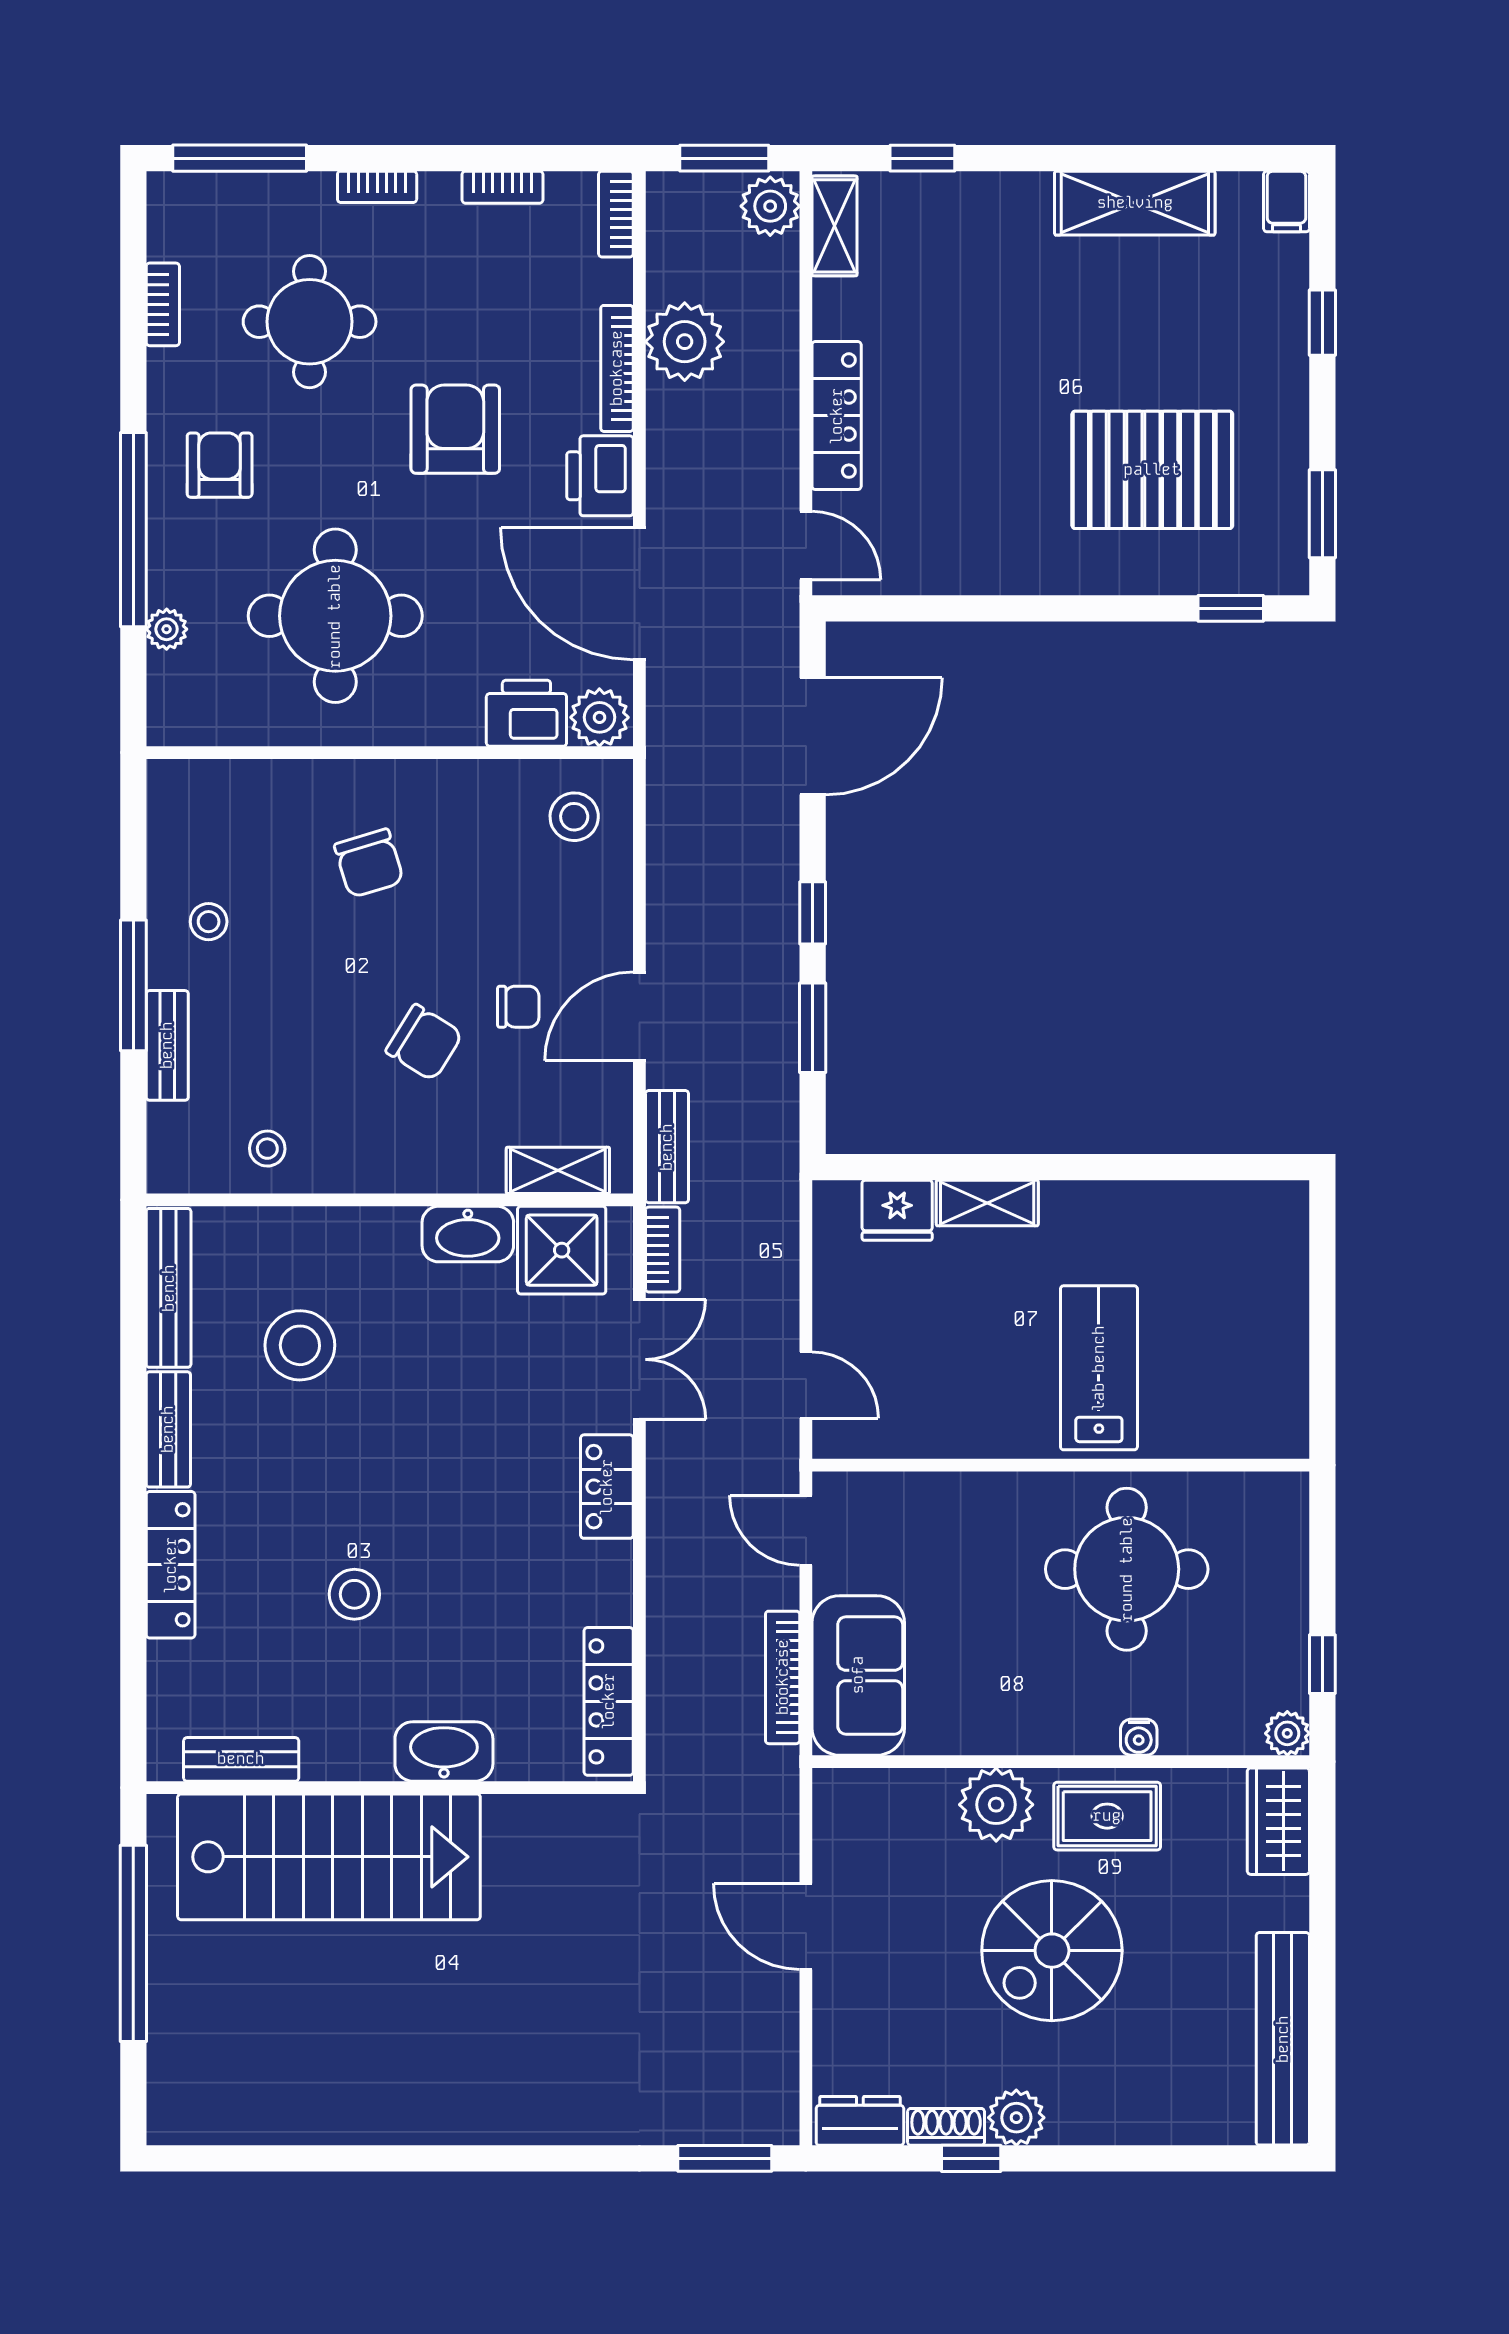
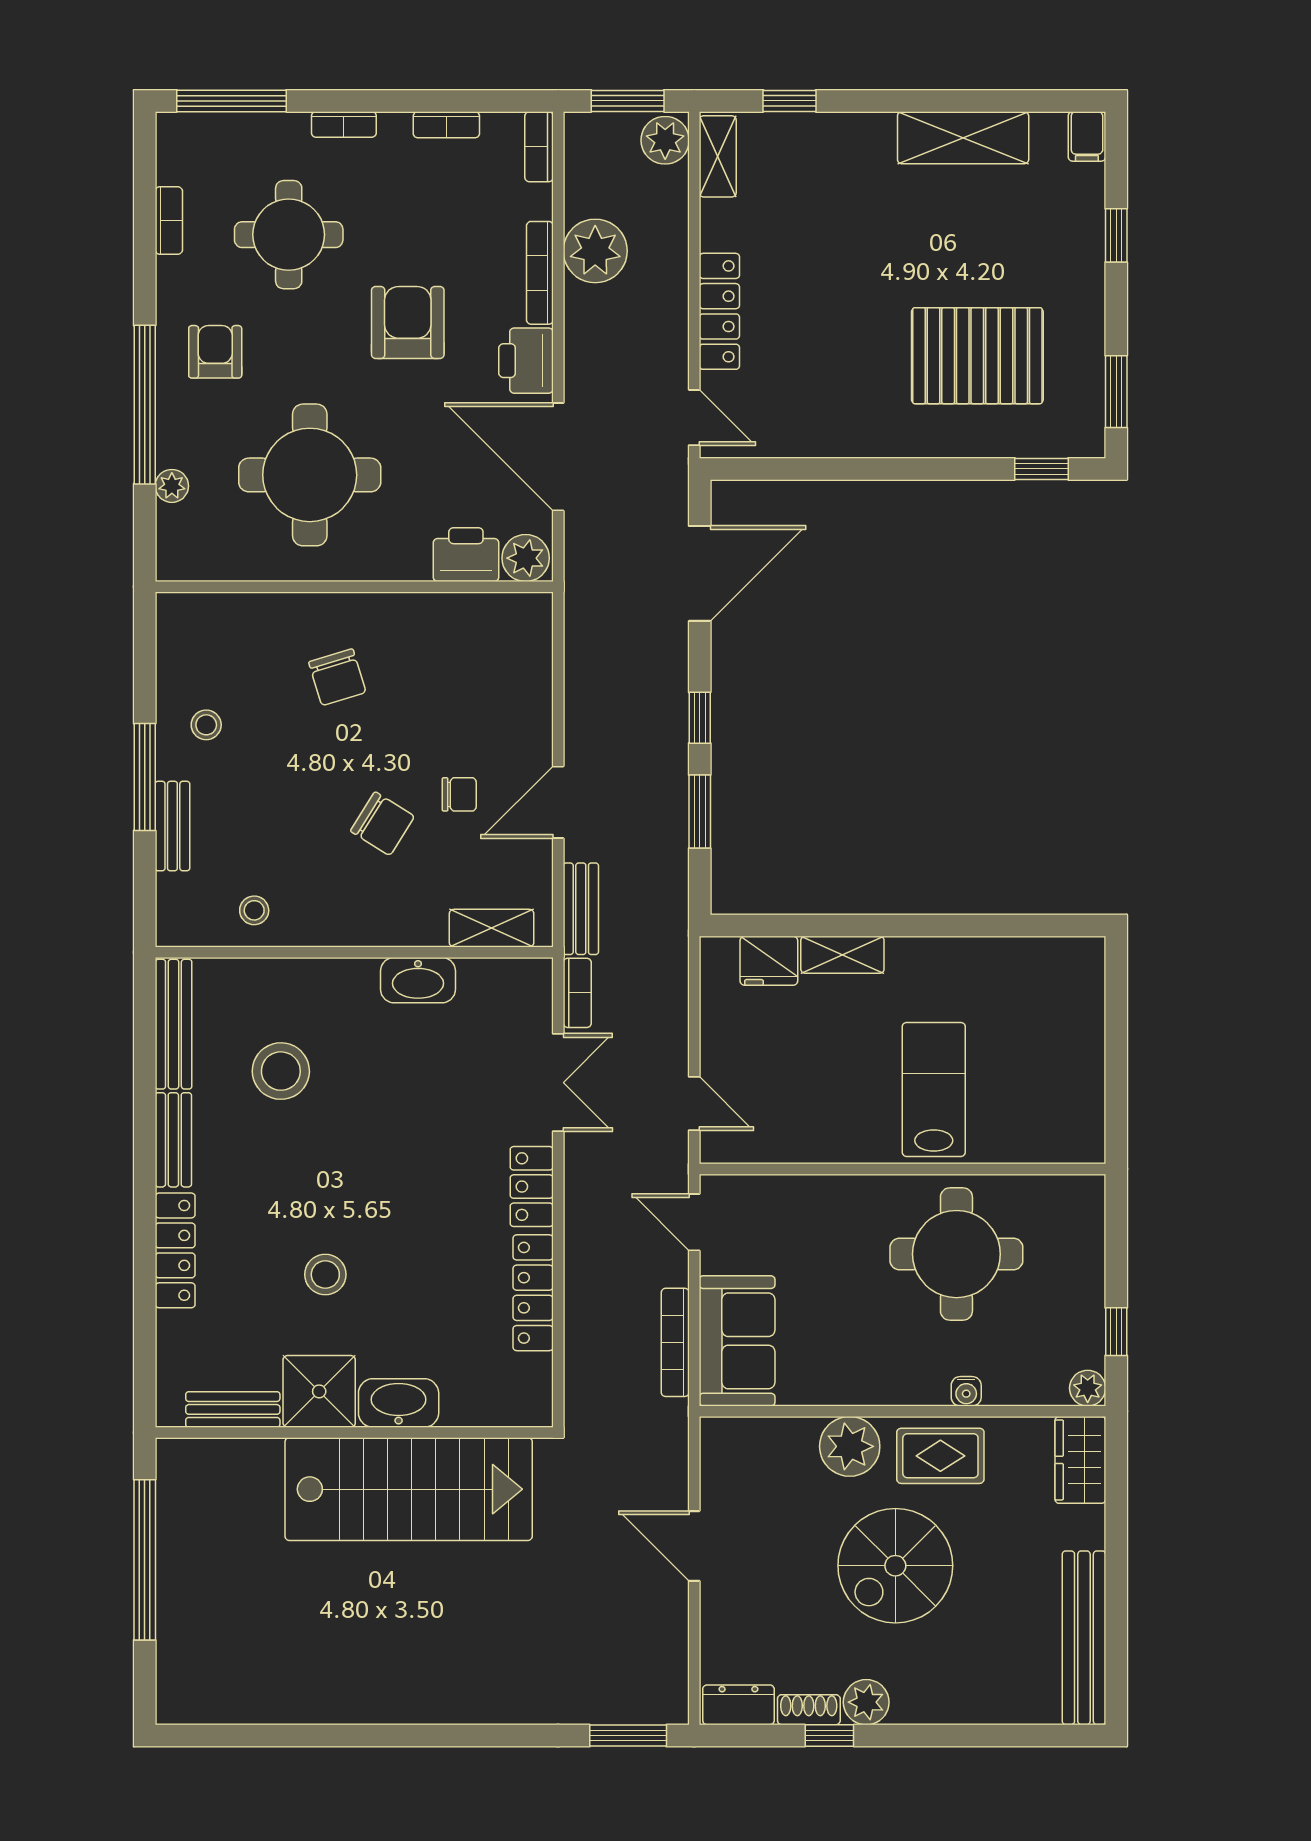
stool: (574, 817) -> (505, 639), removed
shower: (562, 1250) -> (319, 1391), moved
locker: (609, 1701) -> (533, 1293), moved
stairs: (329, 1857) -> (409, 1489), moved

